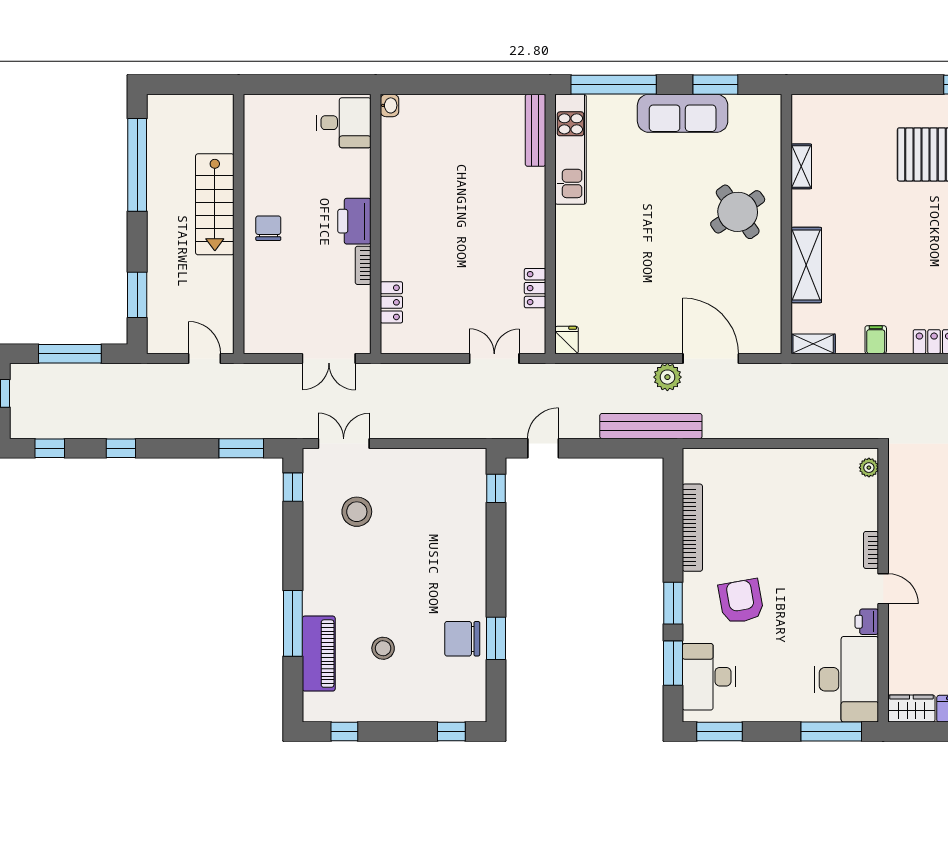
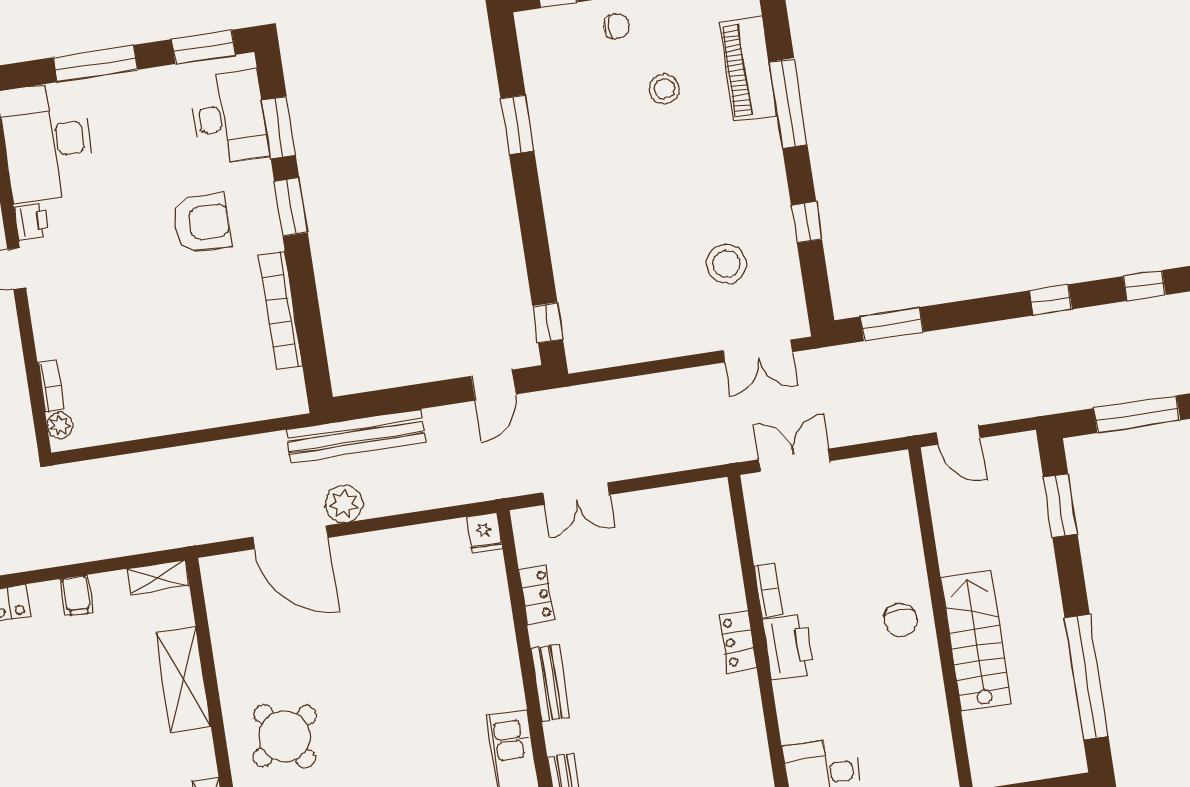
bench: (535, 221) -> (550, 683), added
locker: (391, 302) -> (738, 642), moved
window: (293, 487) -> (806, 222), moved
bookcase: (871, 550) -> (51, 386), moved
armchair: (741, 601) -> (202, 223), turned -80
chair: (462, 639) -> (616, 26), moved, width x0.54, depth x0.54
window: (831, 732) -> (95, 63), moved

